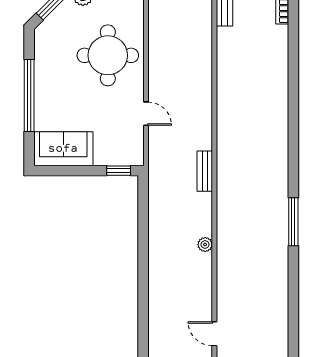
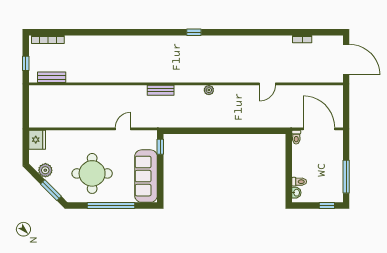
round table: (108, 55) -> (92, 173), moved
sofa: (63, 149) -> (146, 176), width x1.36
window: (293, 222) -> (194, 32), width x0.46

